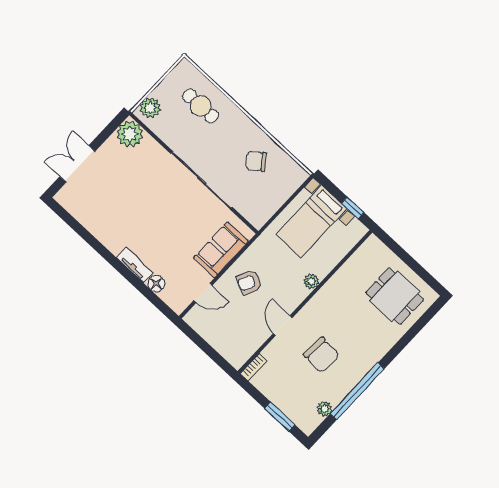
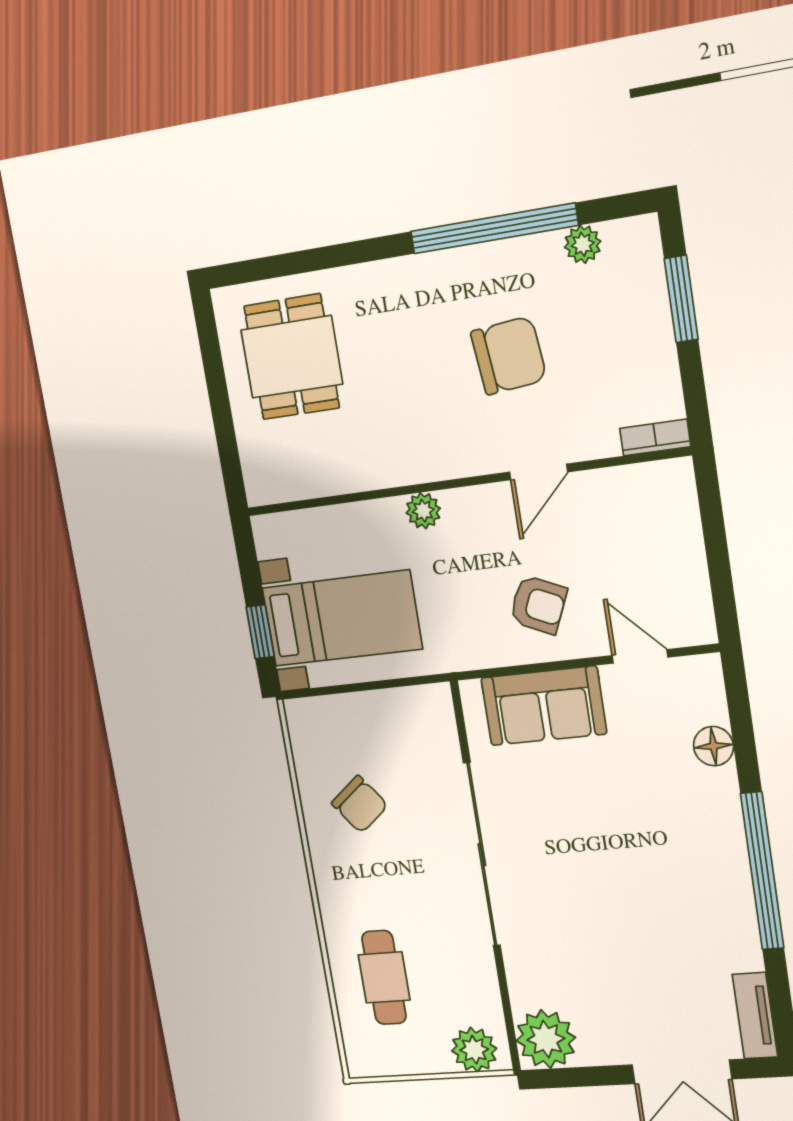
window: (353, 208) -> (260, 632), moved
window: (108, 256) -> (762, 871), added
tv unit: (135, 265) -> (755, 1016), moved
chair: (321, 355) -> (509, 356), turned 80

